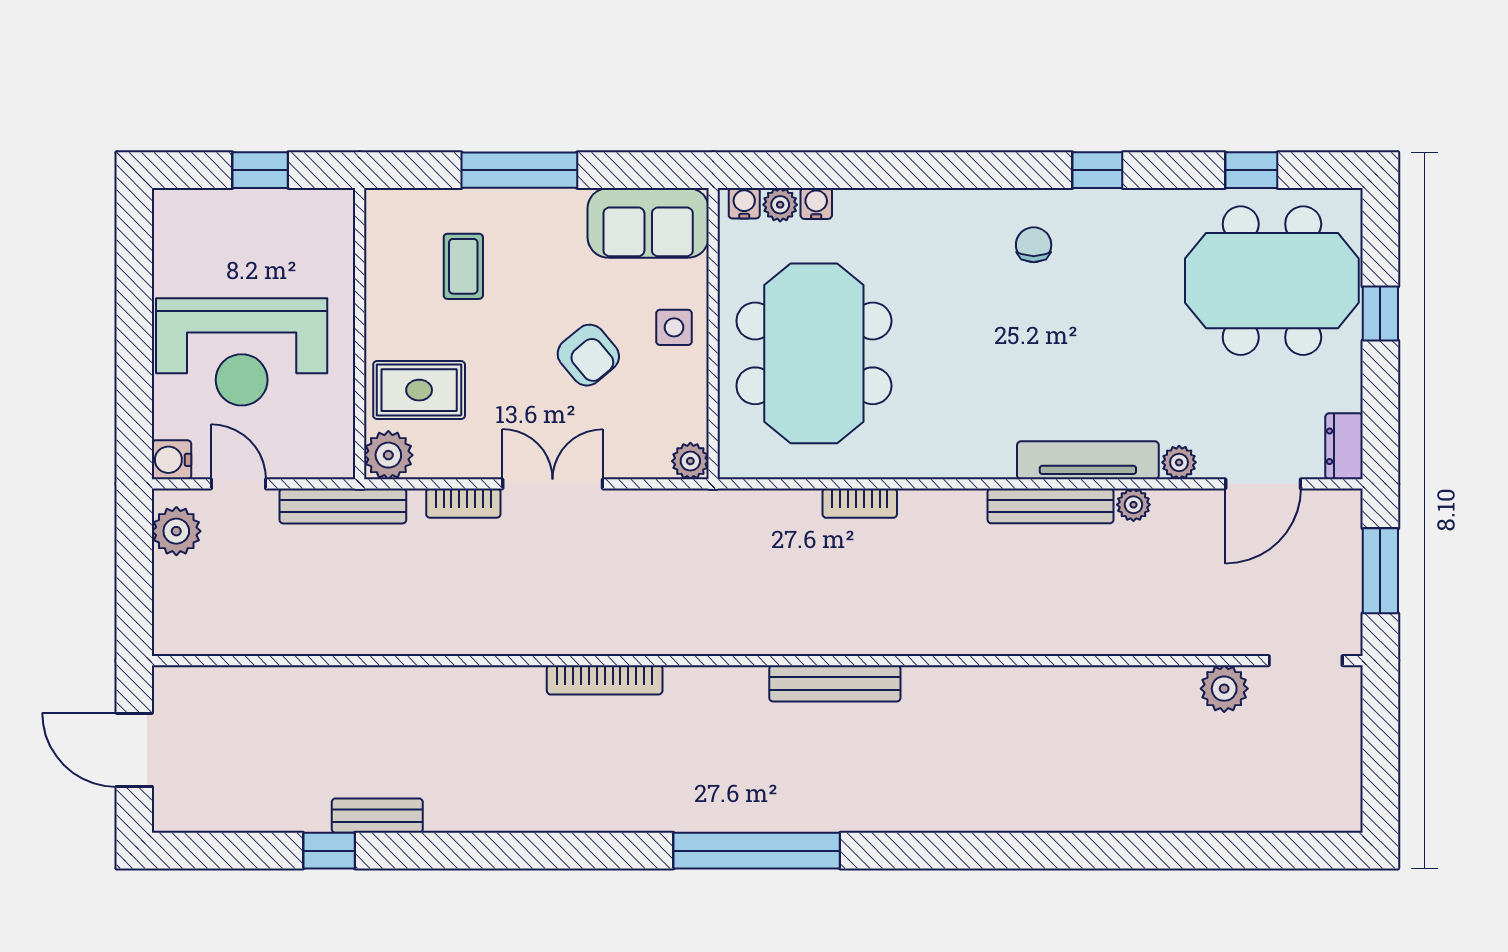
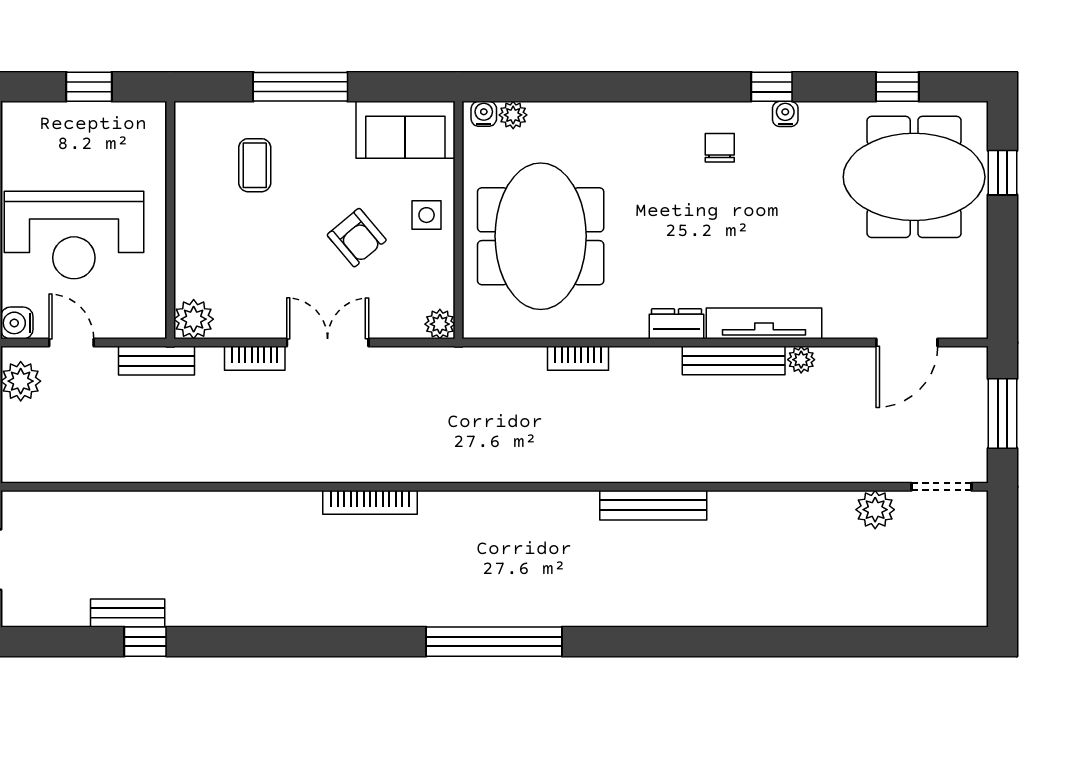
water cooler: (816, 203) -> (785, 114), moved
window: (1380, 313) -> (1003, 173), moved
rug: (419, 390) -> (219, 266), removed
dresser: (1344, 446) -> (677, 324), moved, turned 90
plant: (1179, 462) -> (838, 325), removed
bench: (343, 506) -> (157, 361), width x0.73
bench: (835, 683) -> (653, 505), moved
bench: (377, 816) -> (128, 613), moved

